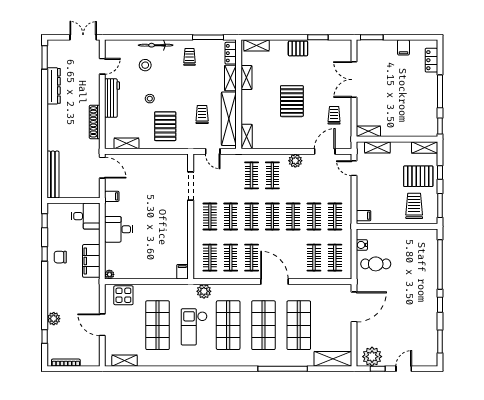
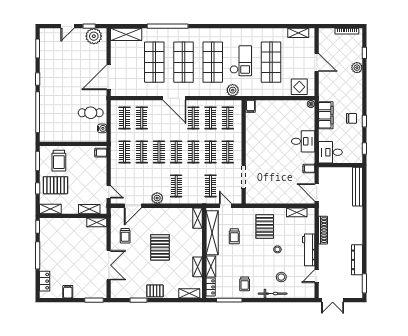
clothes rail: (252, 175) -> (211, 186), moved

